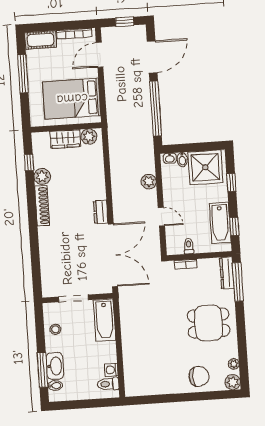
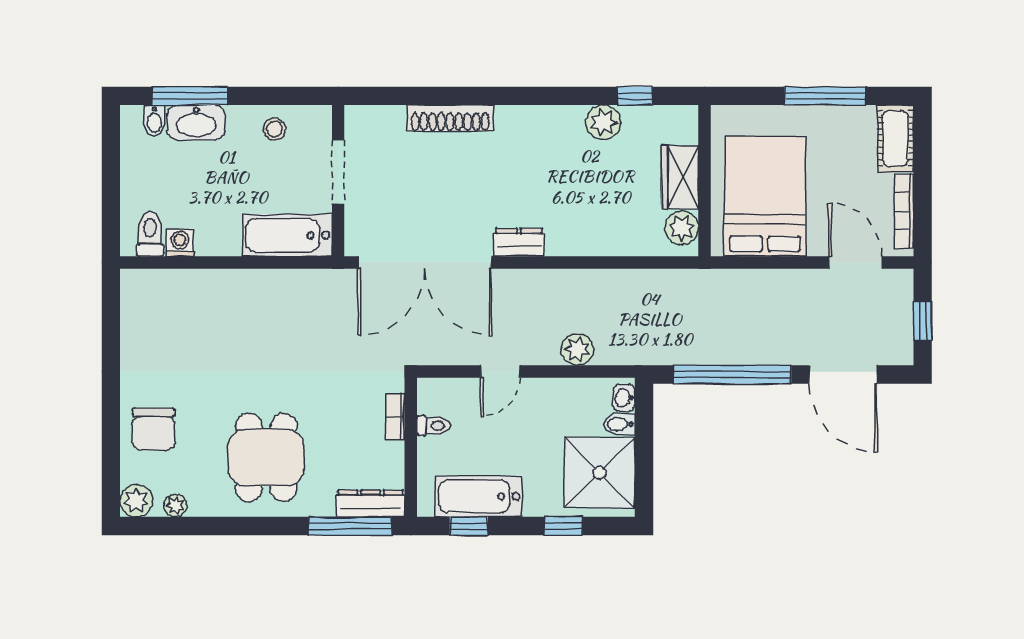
shoe rack: (42, 206) -> (450, 118), moved

